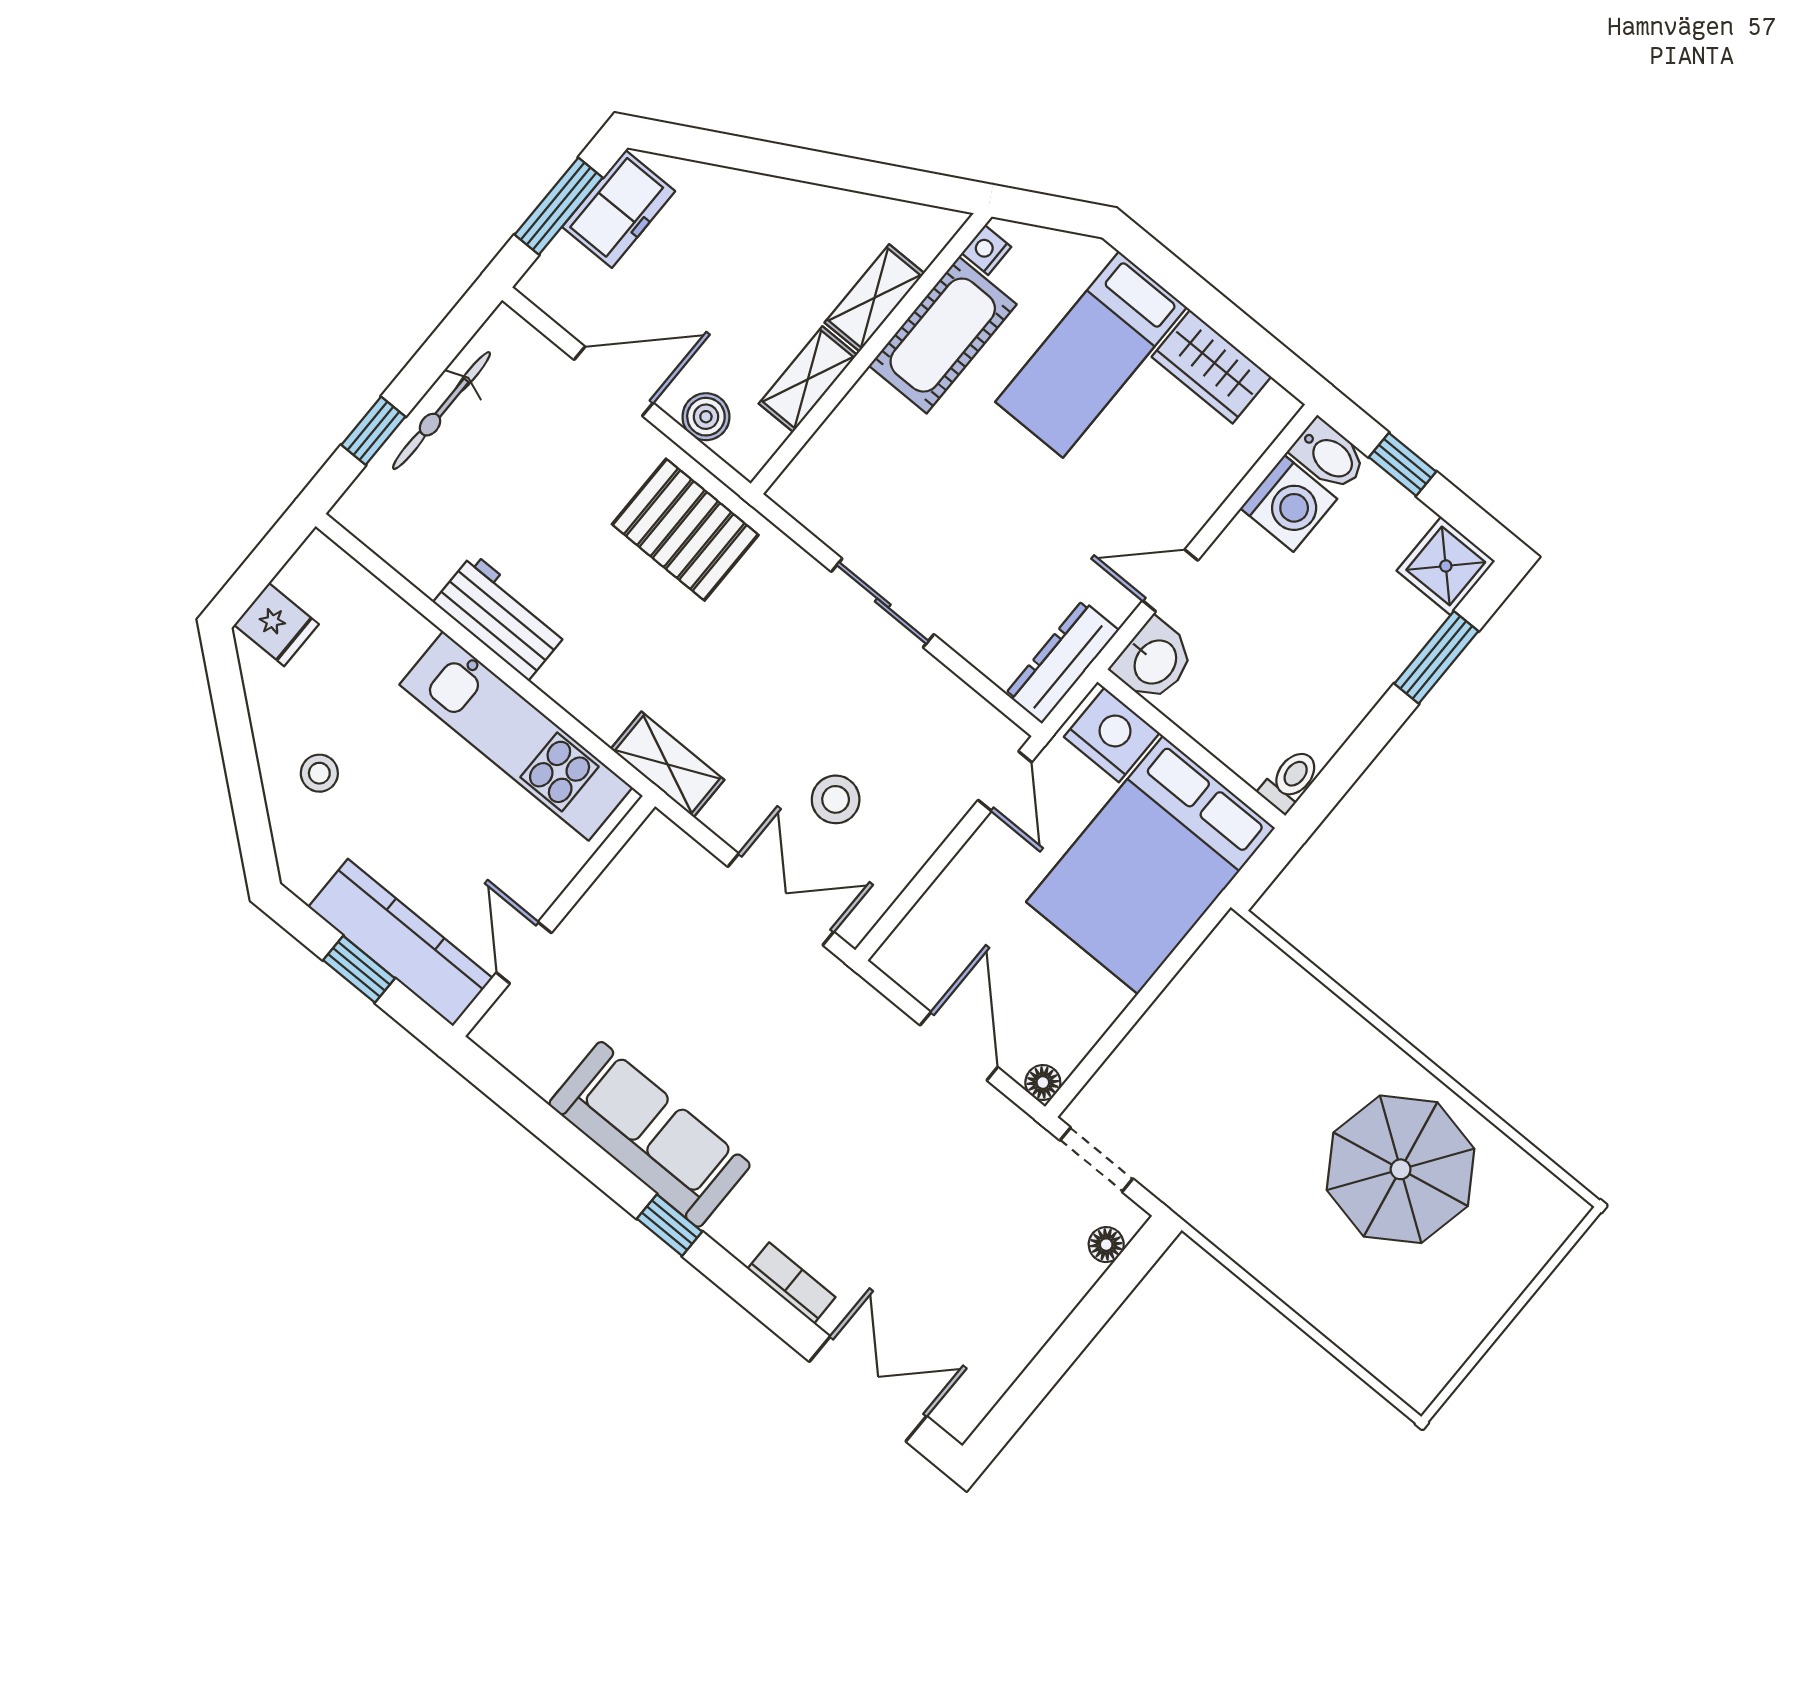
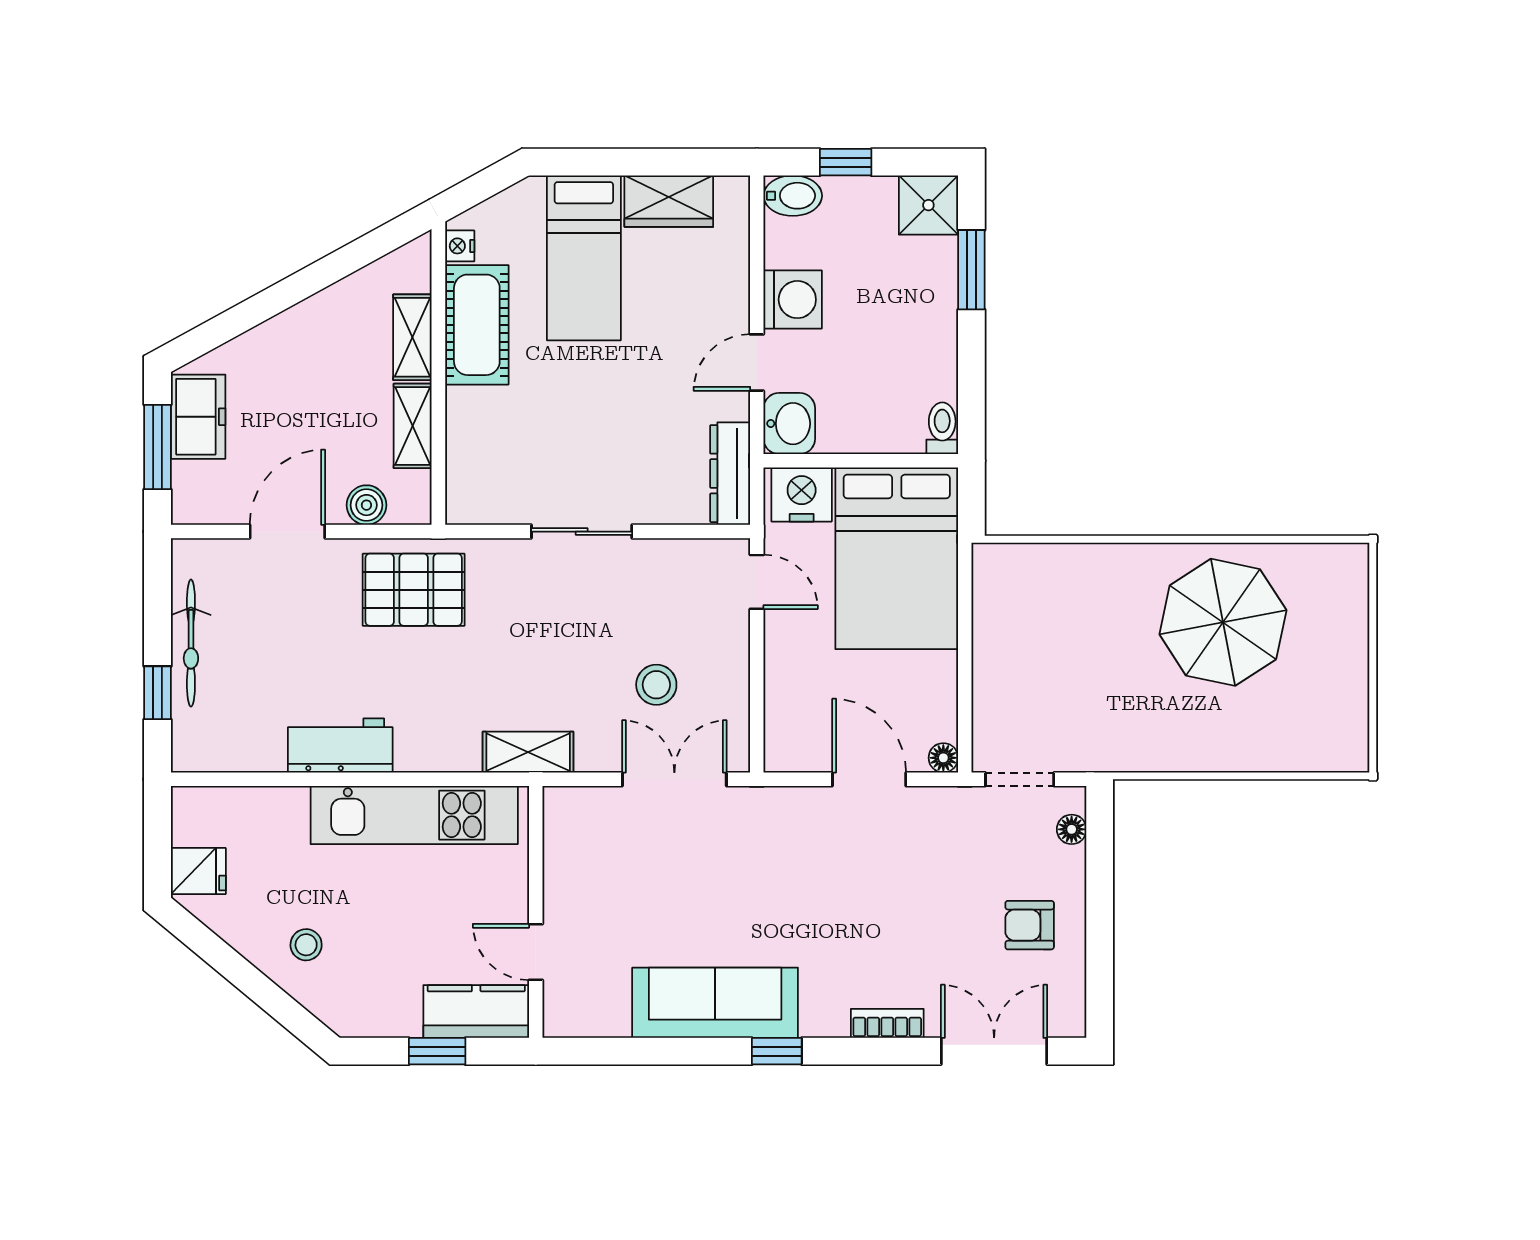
washing machine: (1289, 503) -> (793, 300), moved
kitchen counter: (400, 942) -> (476, 1012), width x0.67
armchair: (996, 1300) -> (1030, 925), added

